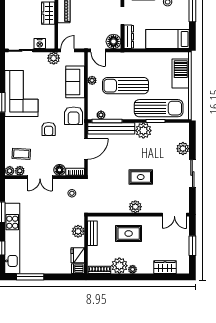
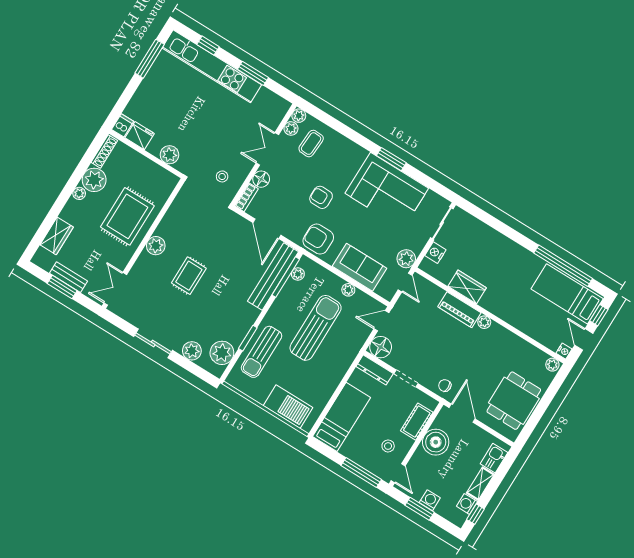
sun lounger: (159, 108) -> (261, 352), width x0.73, depth x0.75
plant: (143, 131) -> (222, 353), moved
bench: (92, 233) -> (68, 277), moved
rug: (129, 233) -> (127, 216), width x1.36, depth x1.43

